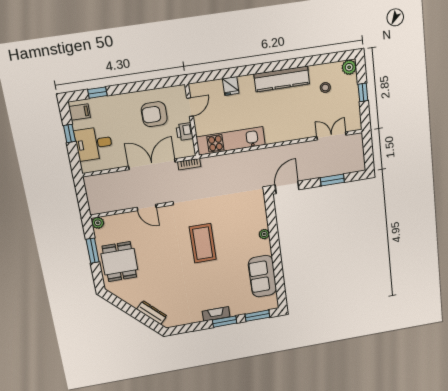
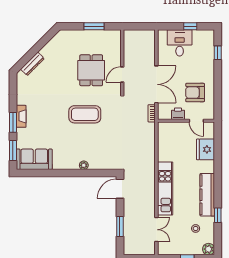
window: (306, 62) -> (218, 215), added
fridge: (231, 86) -> (206, 149), width x1.88, depth x1.34
filing cabinet: (80, 112) -> (205, 37), removed
armchair: (154, 114) -> (195, 93), turned -90
kitchen unit: (231, 141) -> (165, 188), moved
door: (287, 187) -> (120, 189), swing flipped
plant: (98, 223) -> (116, 34), removed
dining table: (119, 262) -> (91, 70), moved, turned 90
sofa: (262, 276) -> (34, 159), moved

